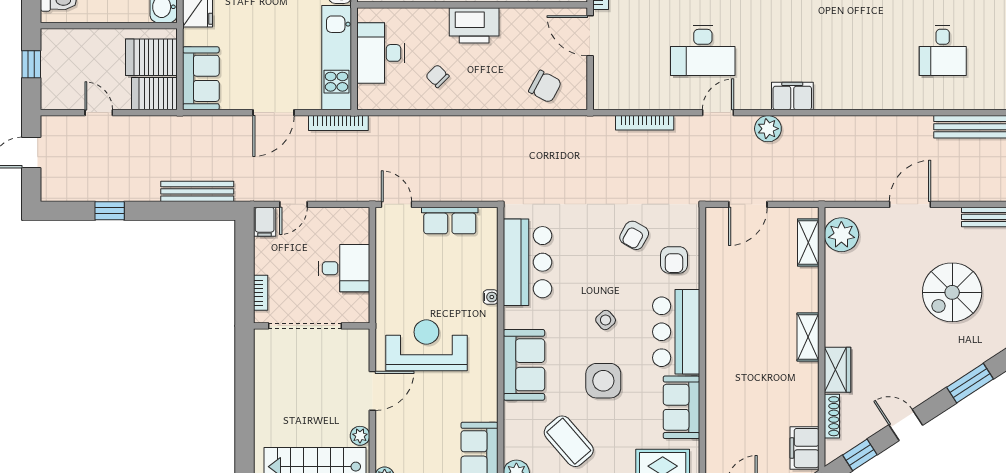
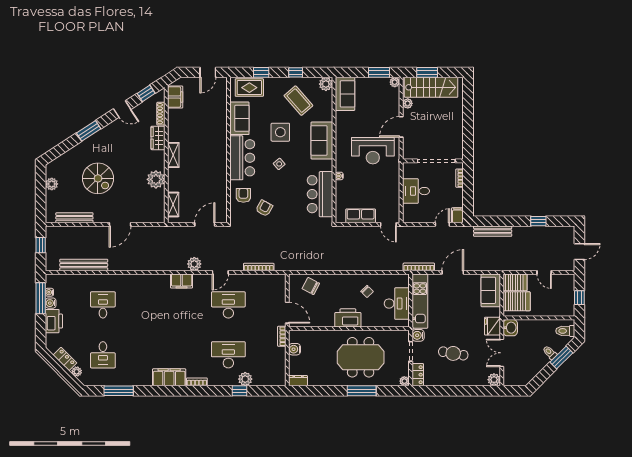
plant: (841, 235) -> (156, 179), moved
spiral stairs: (952, 292) -> (98, 178), turned 90

